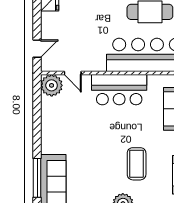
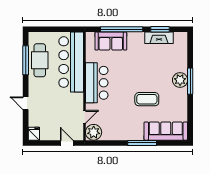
coffee table: (137, 164) -> (147, 99), moved
window: (37, 178) -> (142, 143), moved

